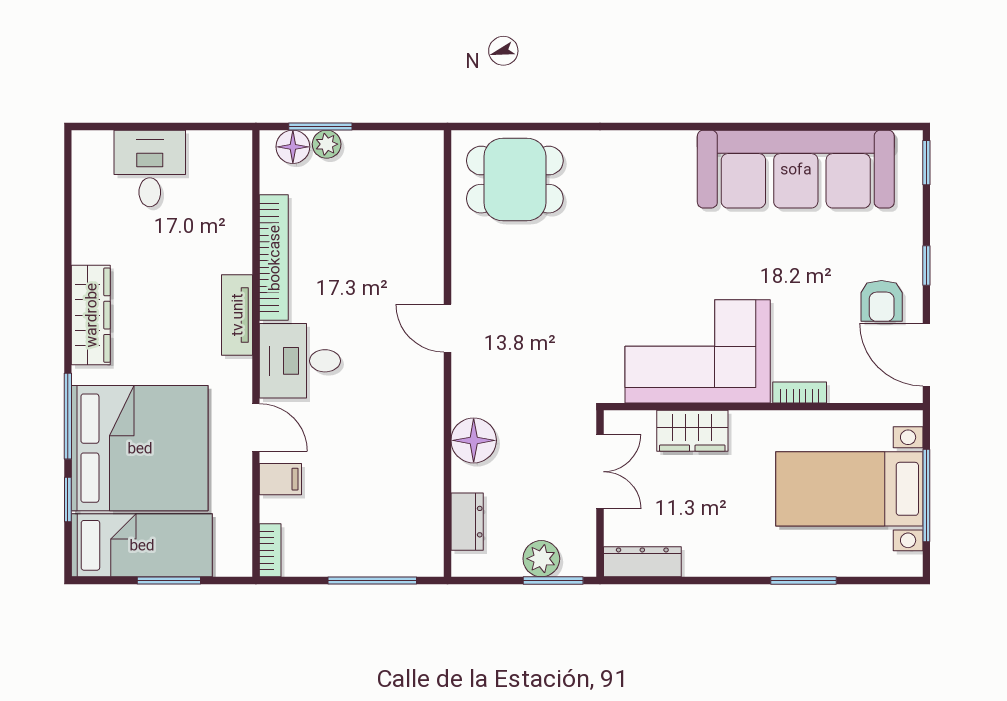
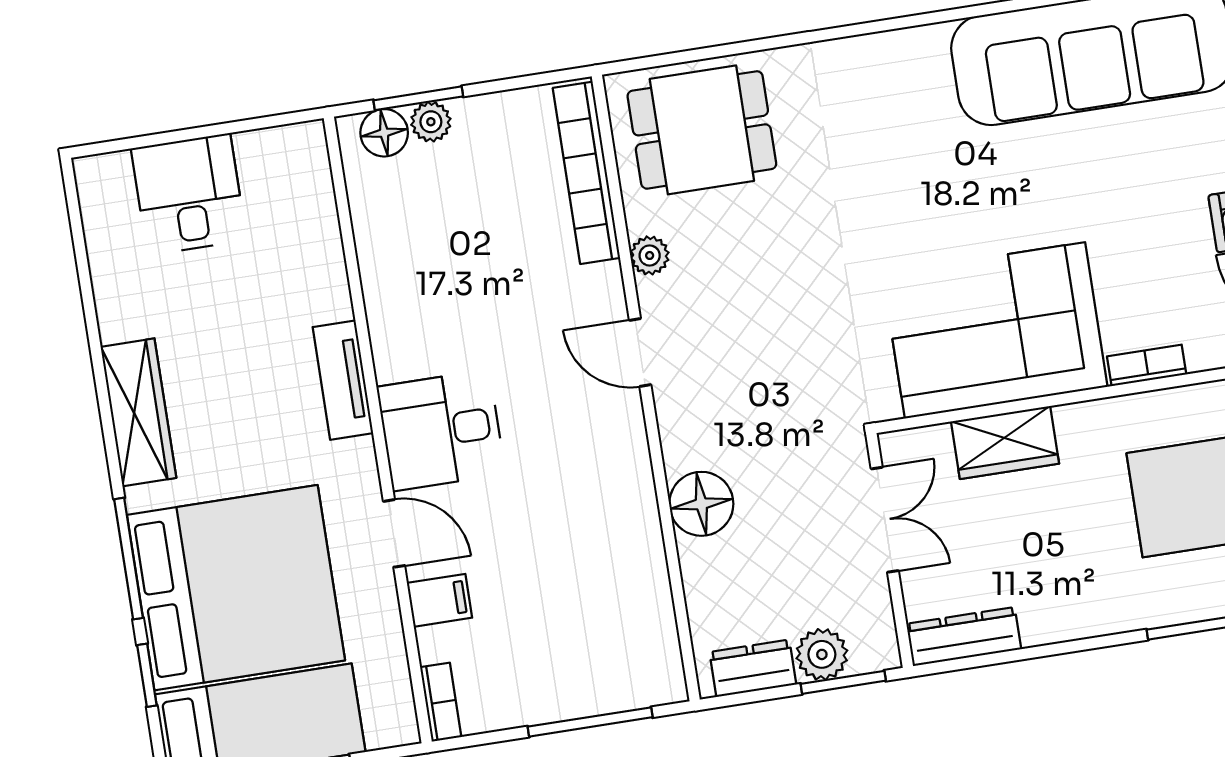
bookcase: (274, 258) -> (586, 173), moved, turned 180
plant: (465, 261) -> (650, 255), added
dresser: (467, 522) -> (753, 668), moved, turned -90

